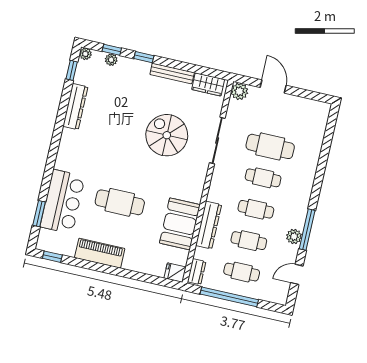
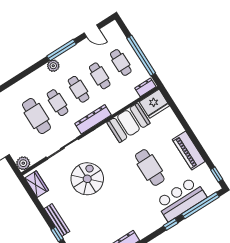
bench: (172, 73) -> (57, 220), moved
spiral stairs: (167, 135) -> (87, 179), turned 180
window: (49, 169) -> (171, 224), added
window: (39, 214) -> (200, 205), width x2.11
dresser: (209, 225) -> (93, 119), moved
plant: (294, 236) -> (53, 66), moved
fridge: (175, 273) -> (154, 104), width x1.88, depth x1.34

